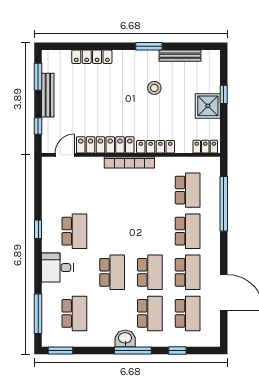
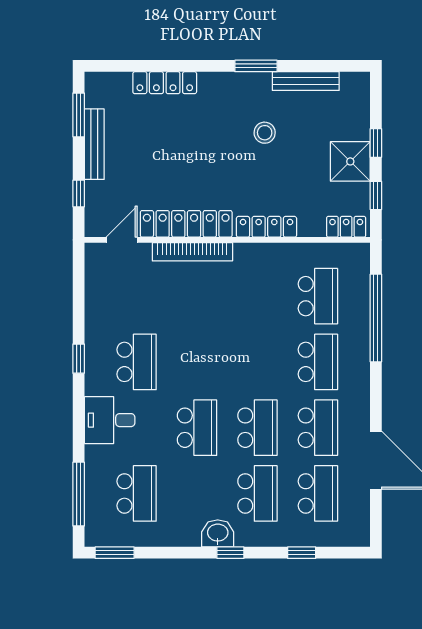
window: (224, 127) -> (376, 195), added
bookcase: (129, 162) -> (192, 252), moved
window: (133, 350) -> (230, 553), width x0.46

